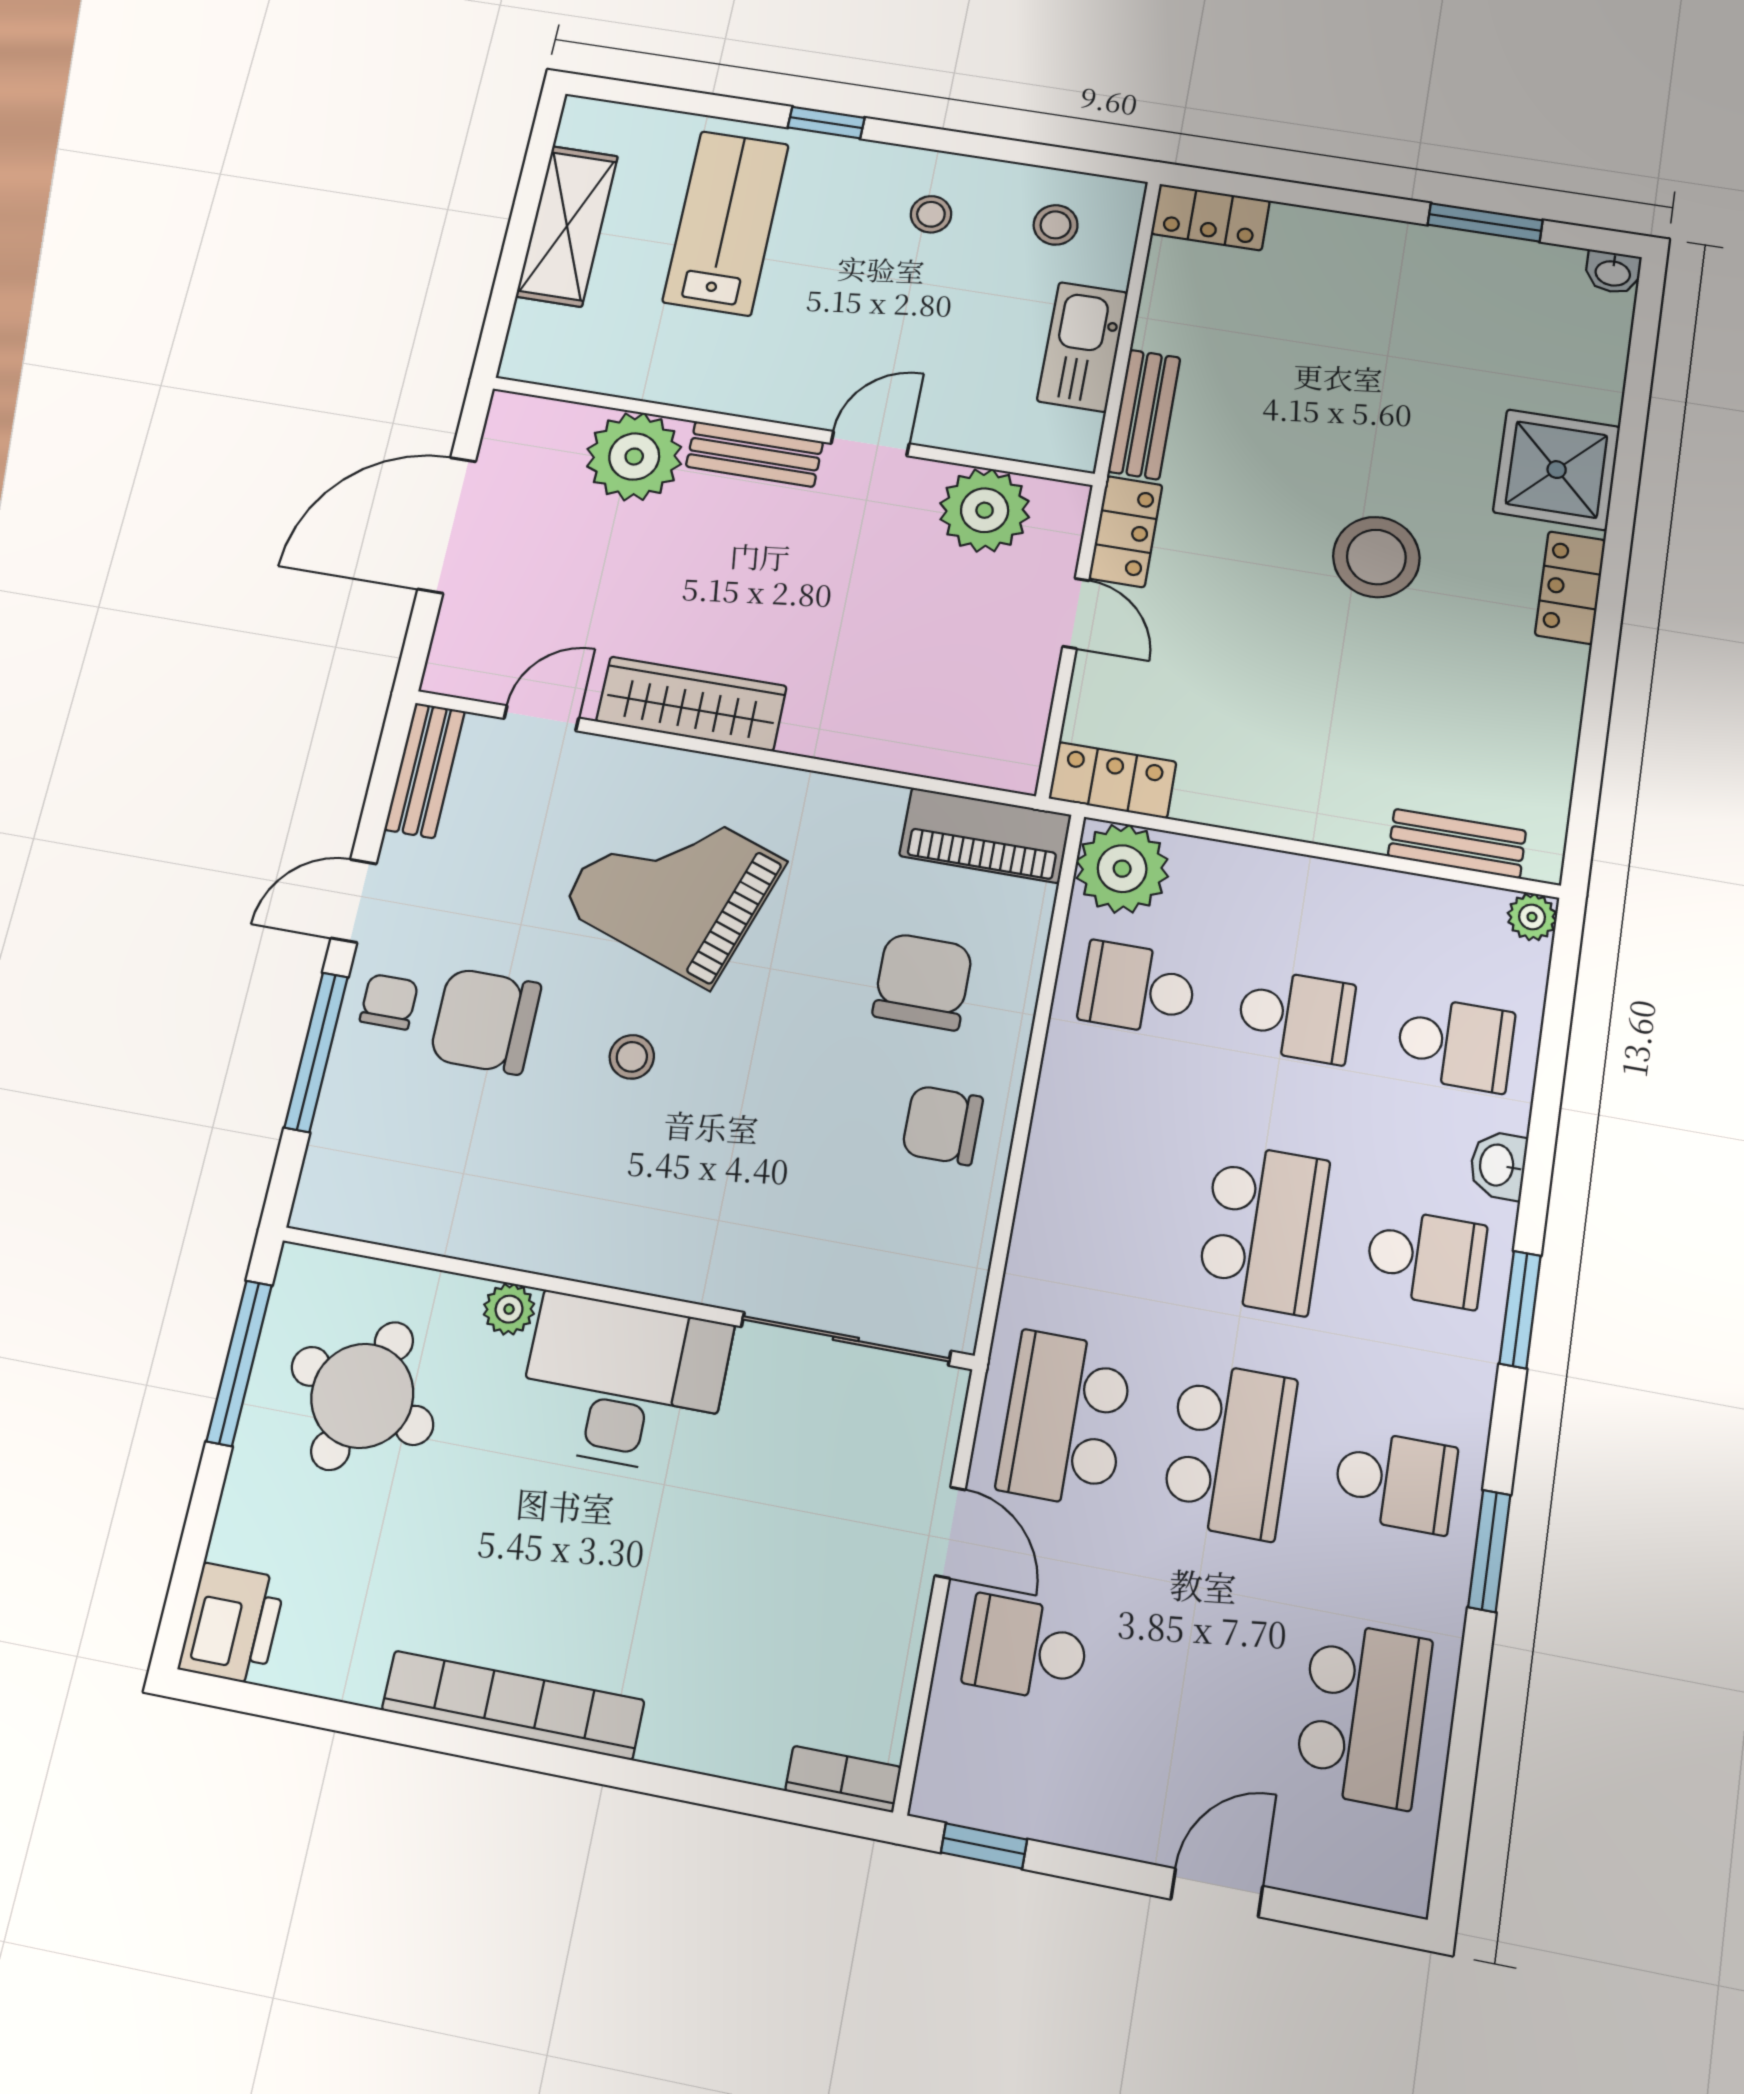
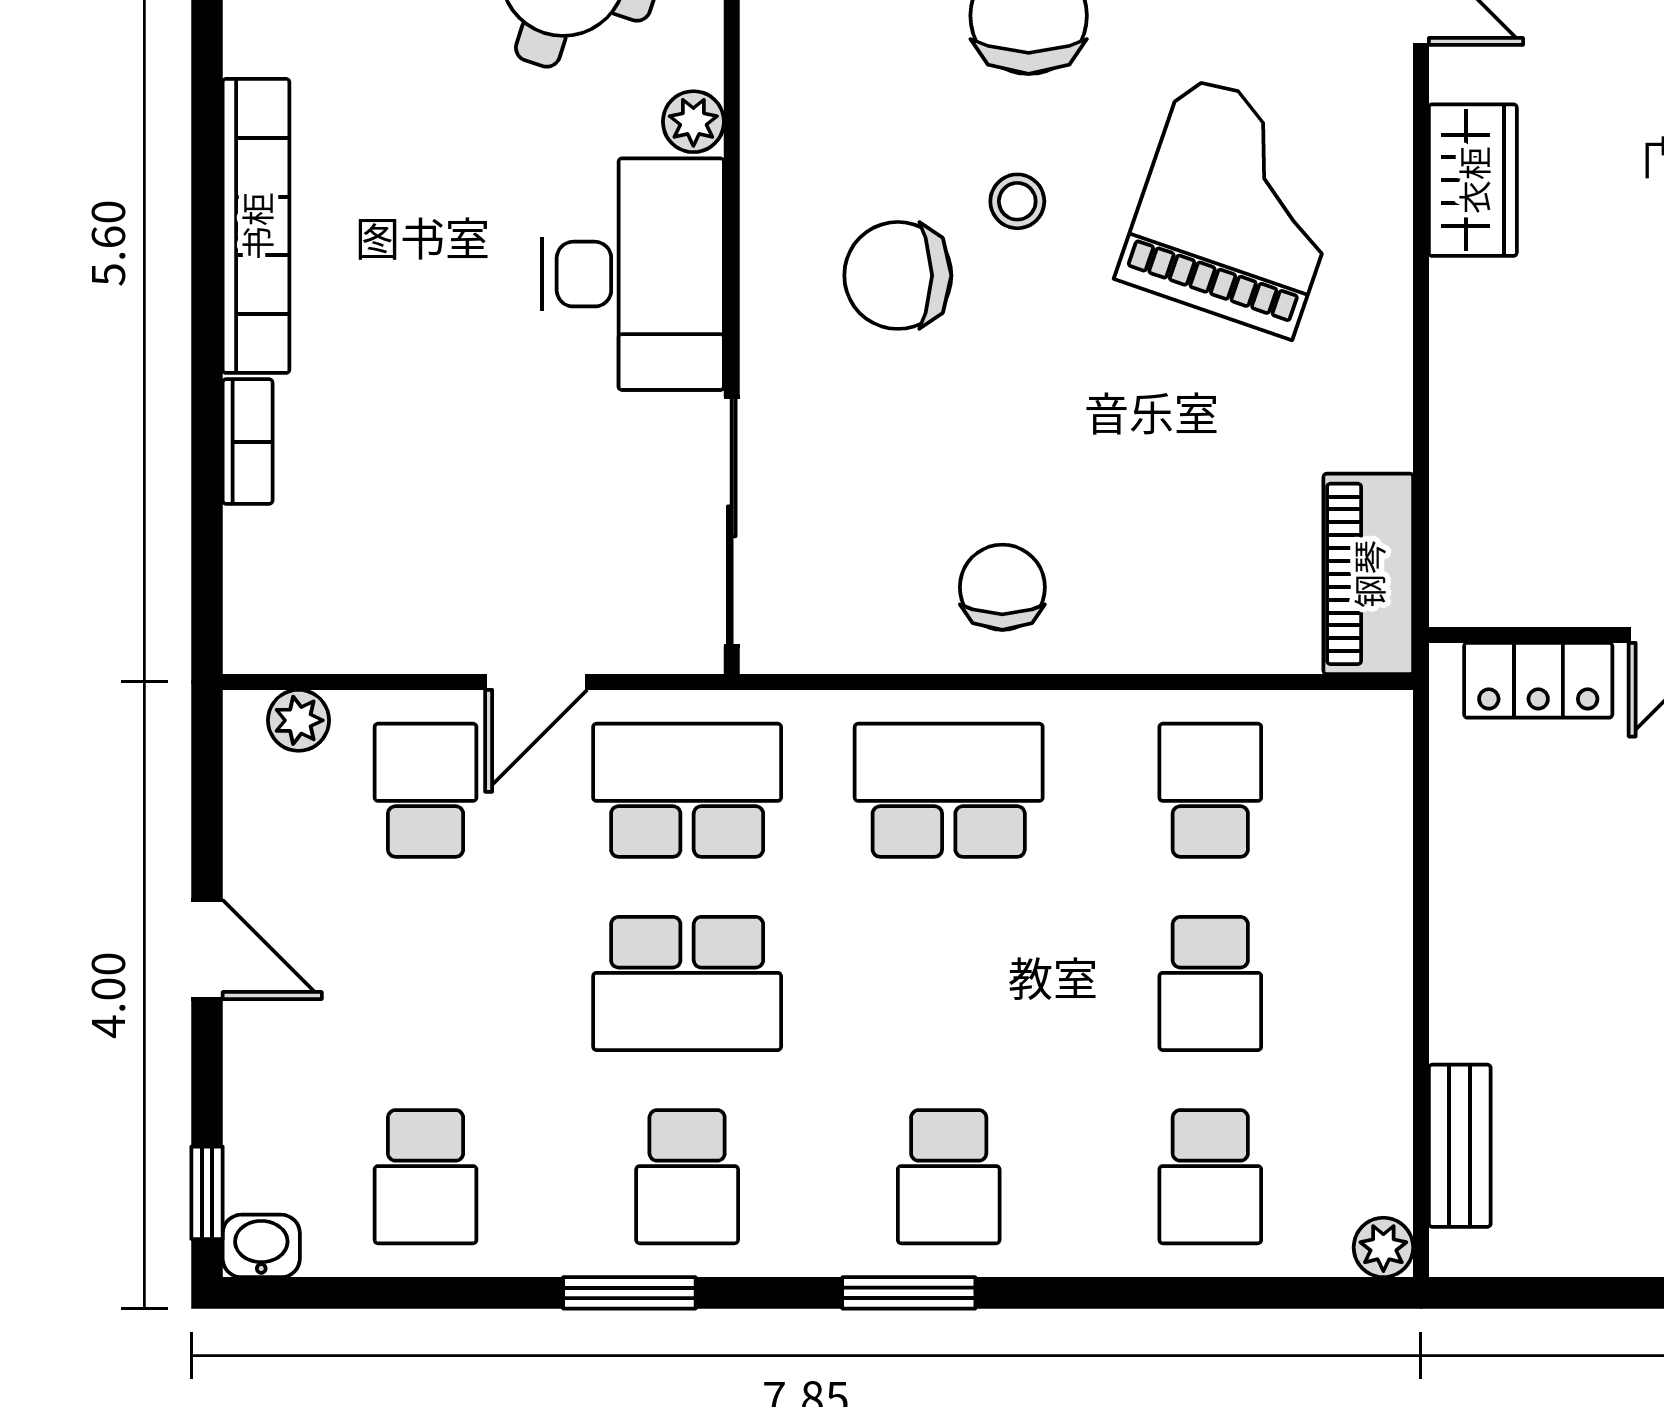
wardrobe: (691, 704) -> (1473, 180), width x0.67
locker: (1113, 780) -> (1538, 680), moved, turned 90
plant: (1122, 869) -> (298, 720), moved, width x0.53, depth x0.53
chair: (923, 982) -> (898, 275), moved, turned 180
washbasin: (1498, 1165) -> (261, 1246), moved
school desk: (1263, 1229) -> (949, 790), moved, turned 180
school desk: (1363, 1714) -> (426, 1177), width x0.54
bookcase: (843, 1779) -> (248, 442), moved
window: (984, 1846) -> (207, 1193), moved
door: (1217, 1893) -> (207, 949), moved

